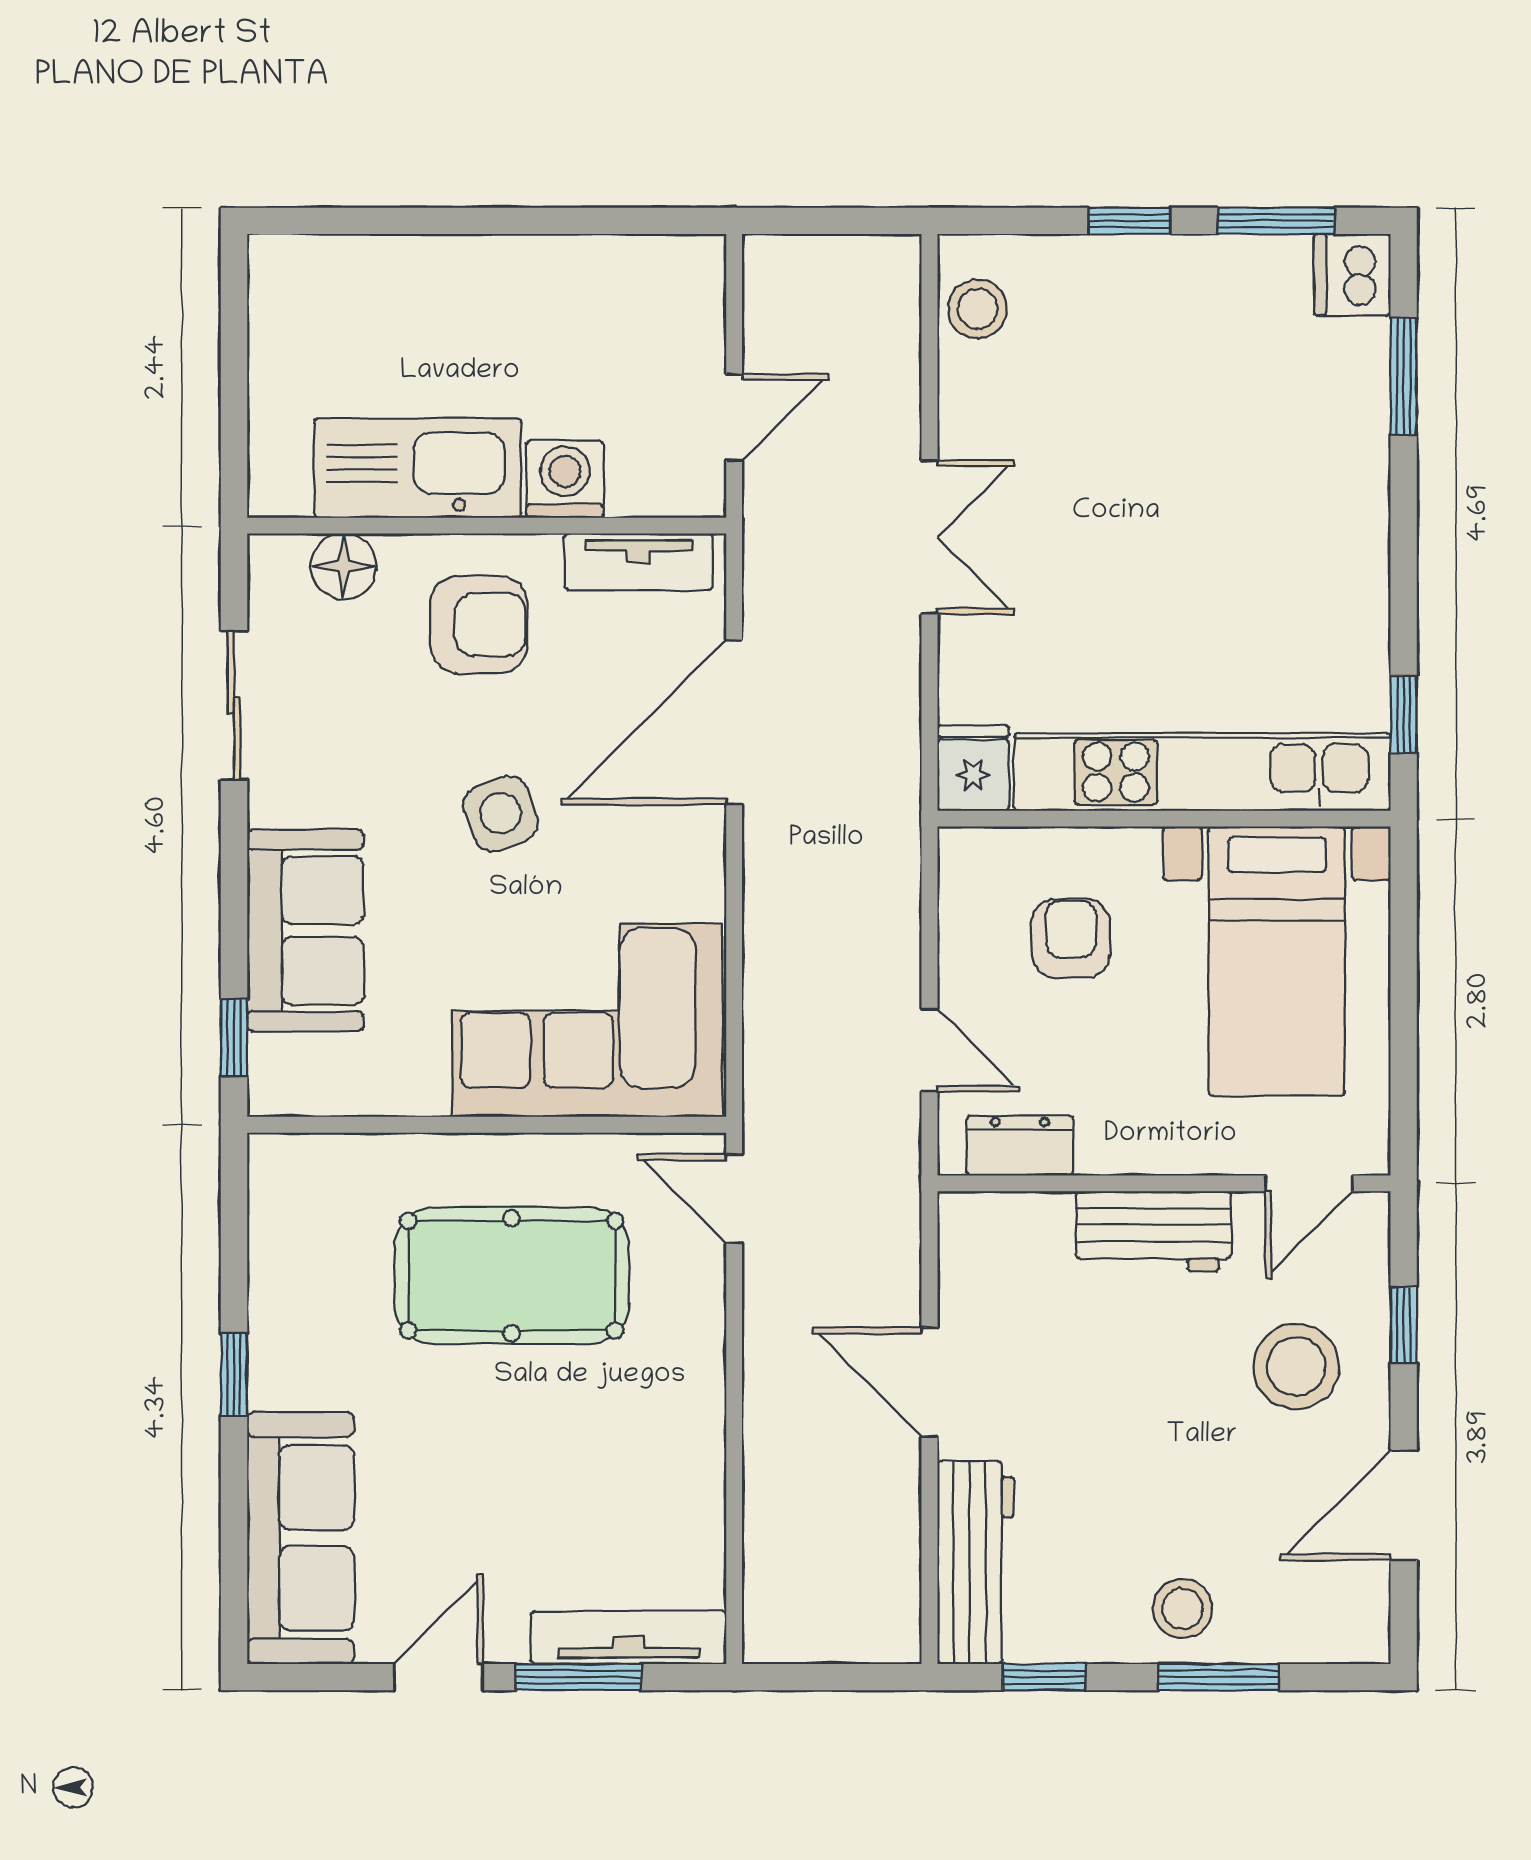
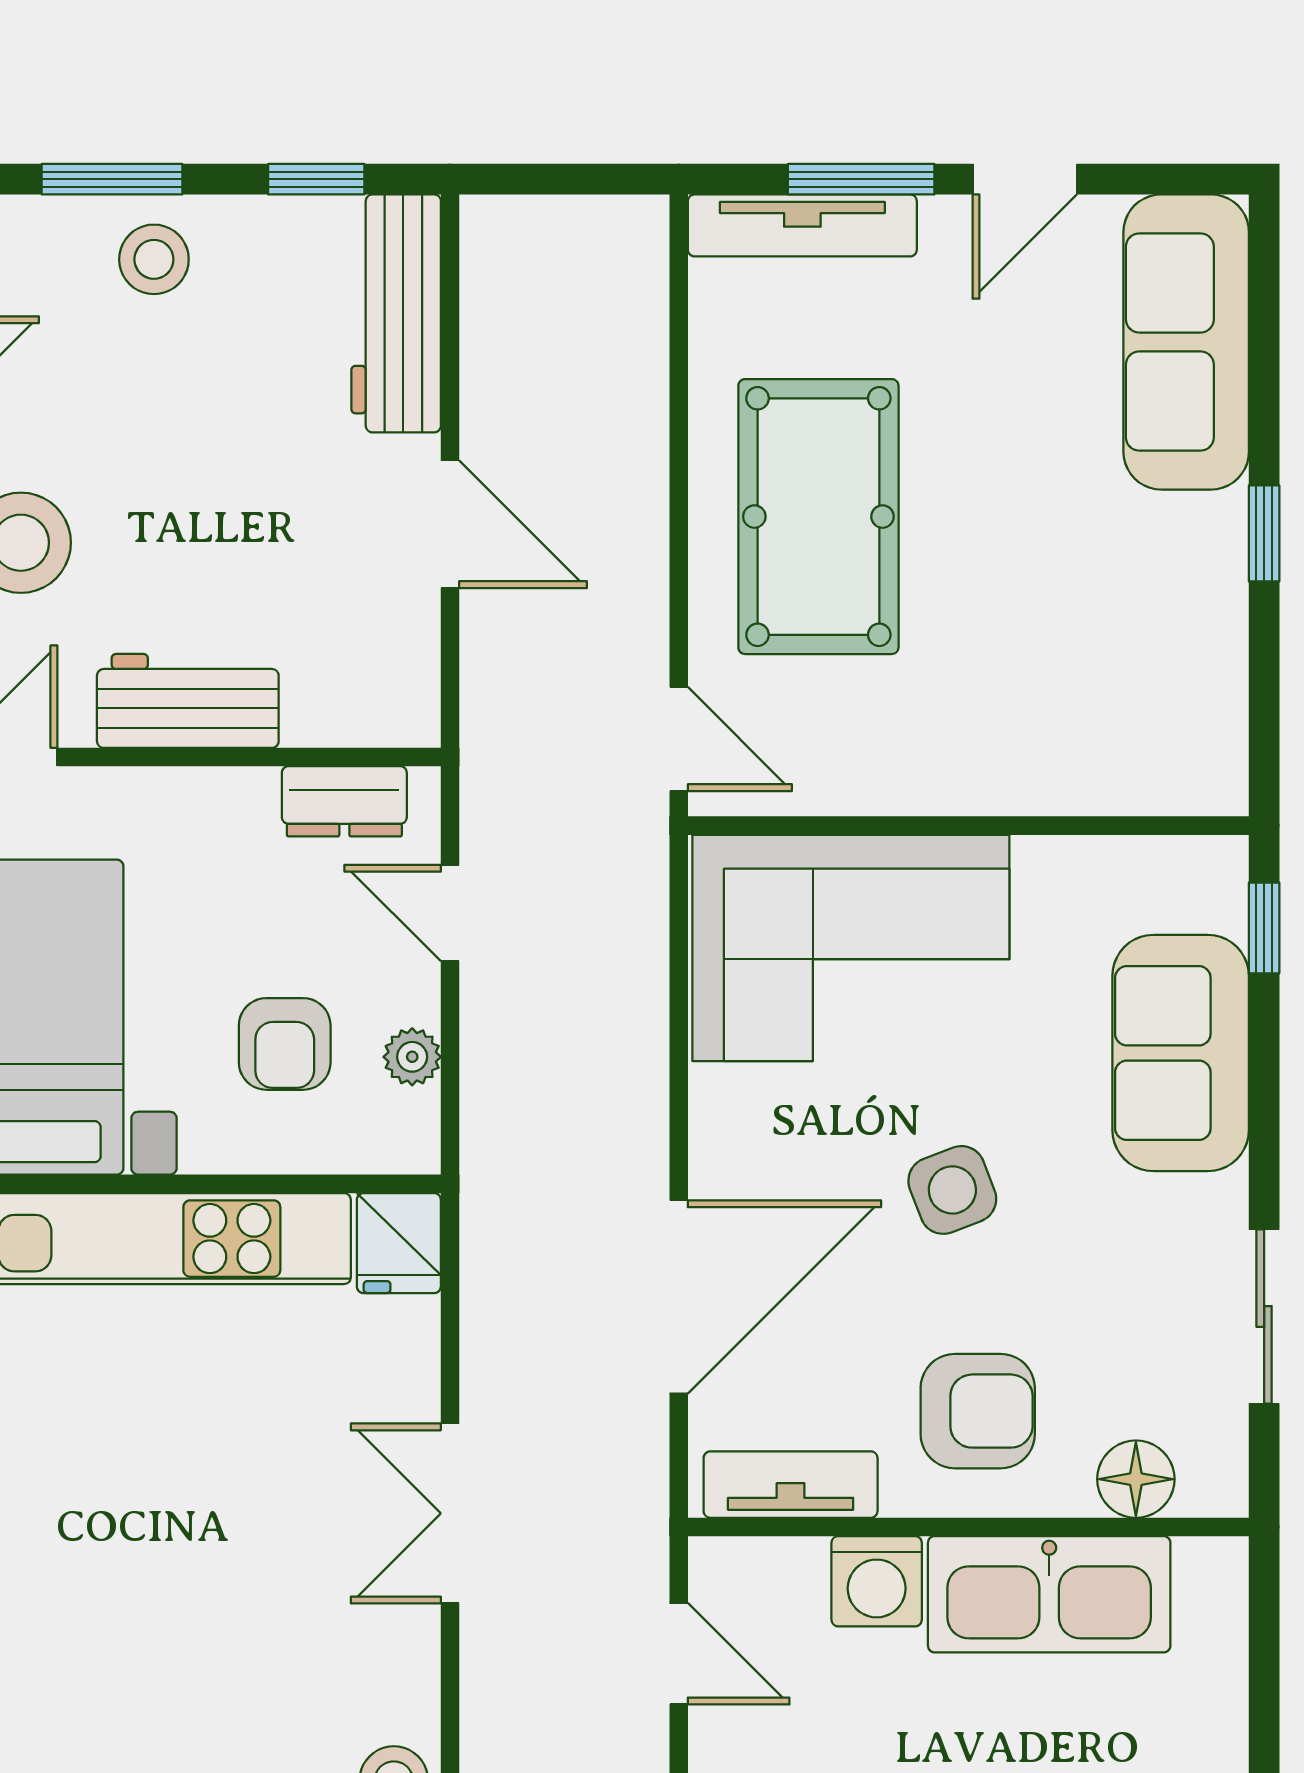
door: (734, 417) -> (679, 1654), swing flipped
armchair: (479, 625) -> (978, 1411), turned 180
plant: (962, 927) -> (412, 1057), added
pool table: (512, 1276) -> (818, 517), moved, turned 90

